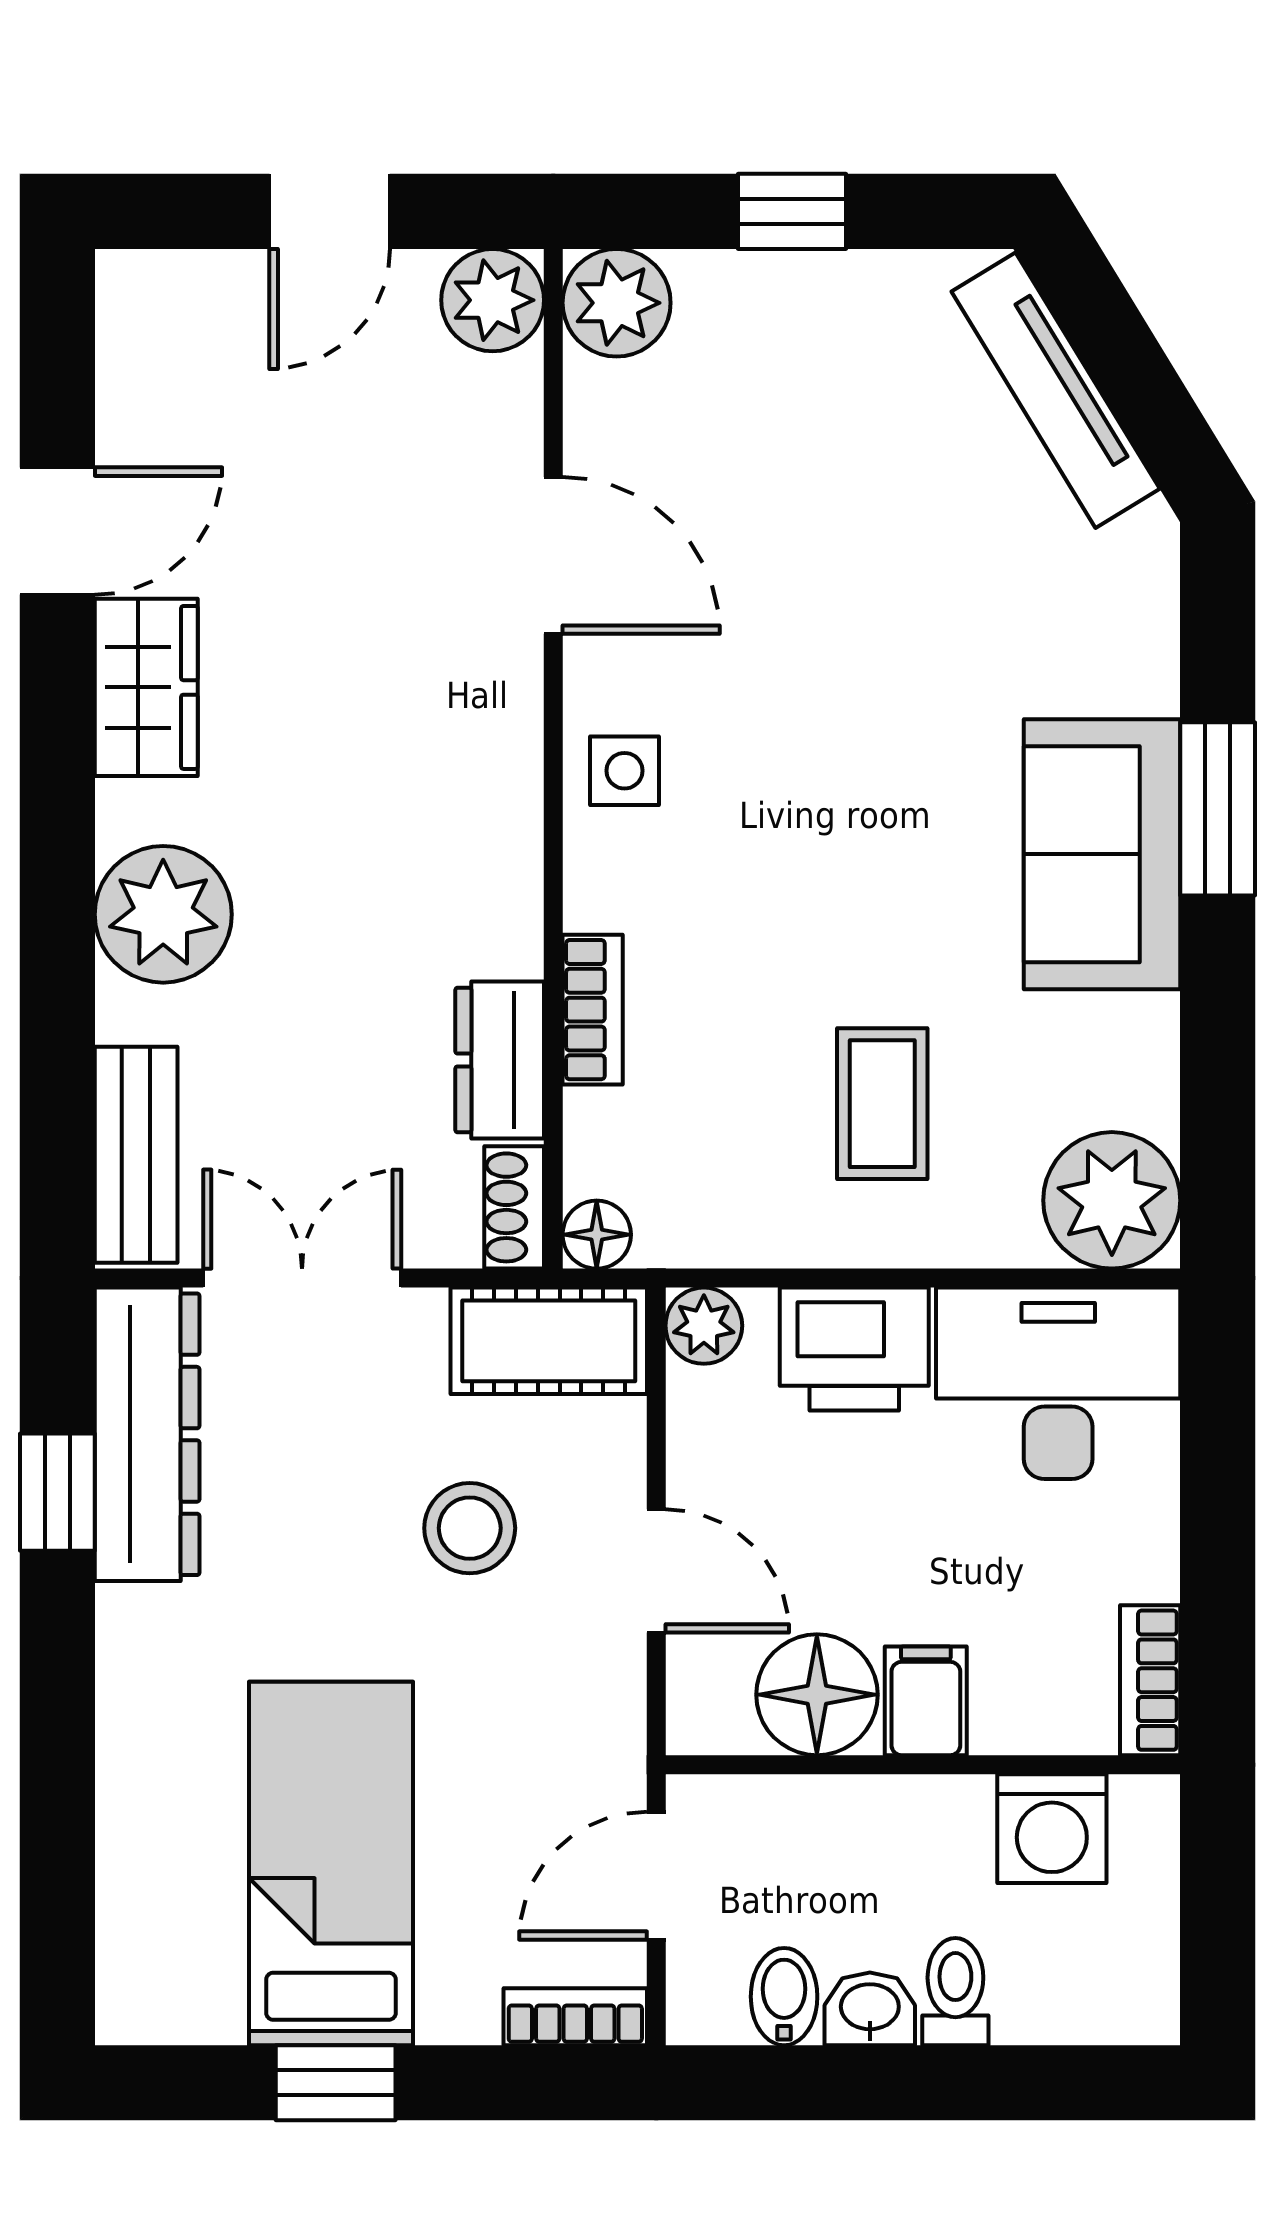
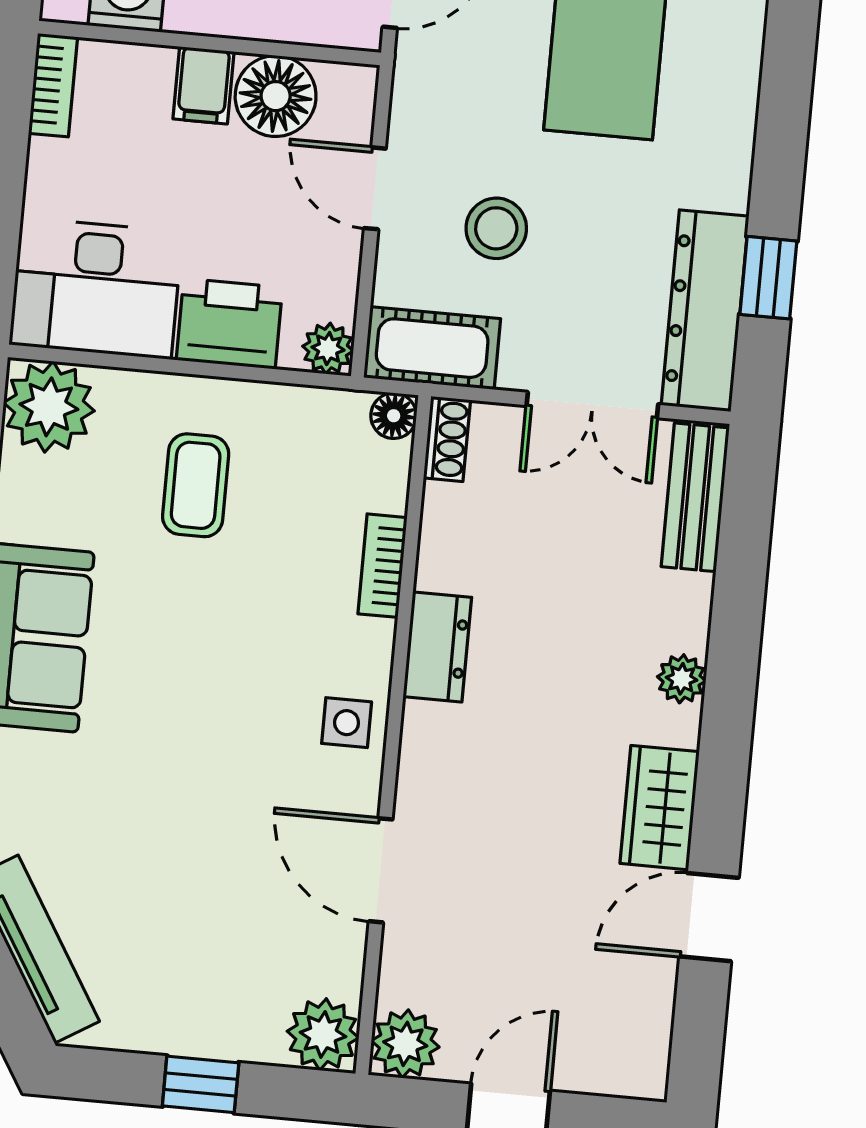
plant: (163, 914) -> (682, 679), width x0.53, depth x0.53
dresser: (500, 1060) -> (437, 647), moved

